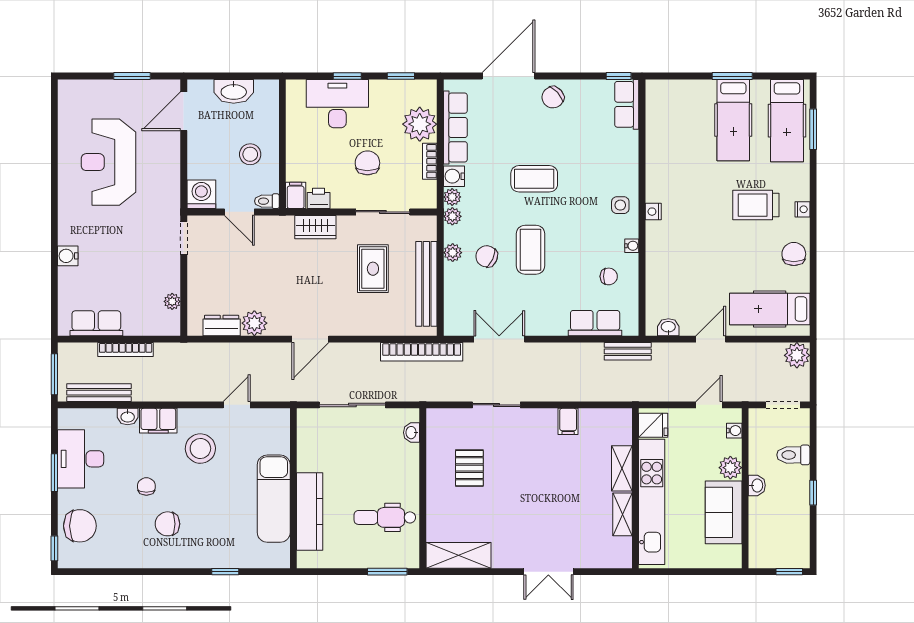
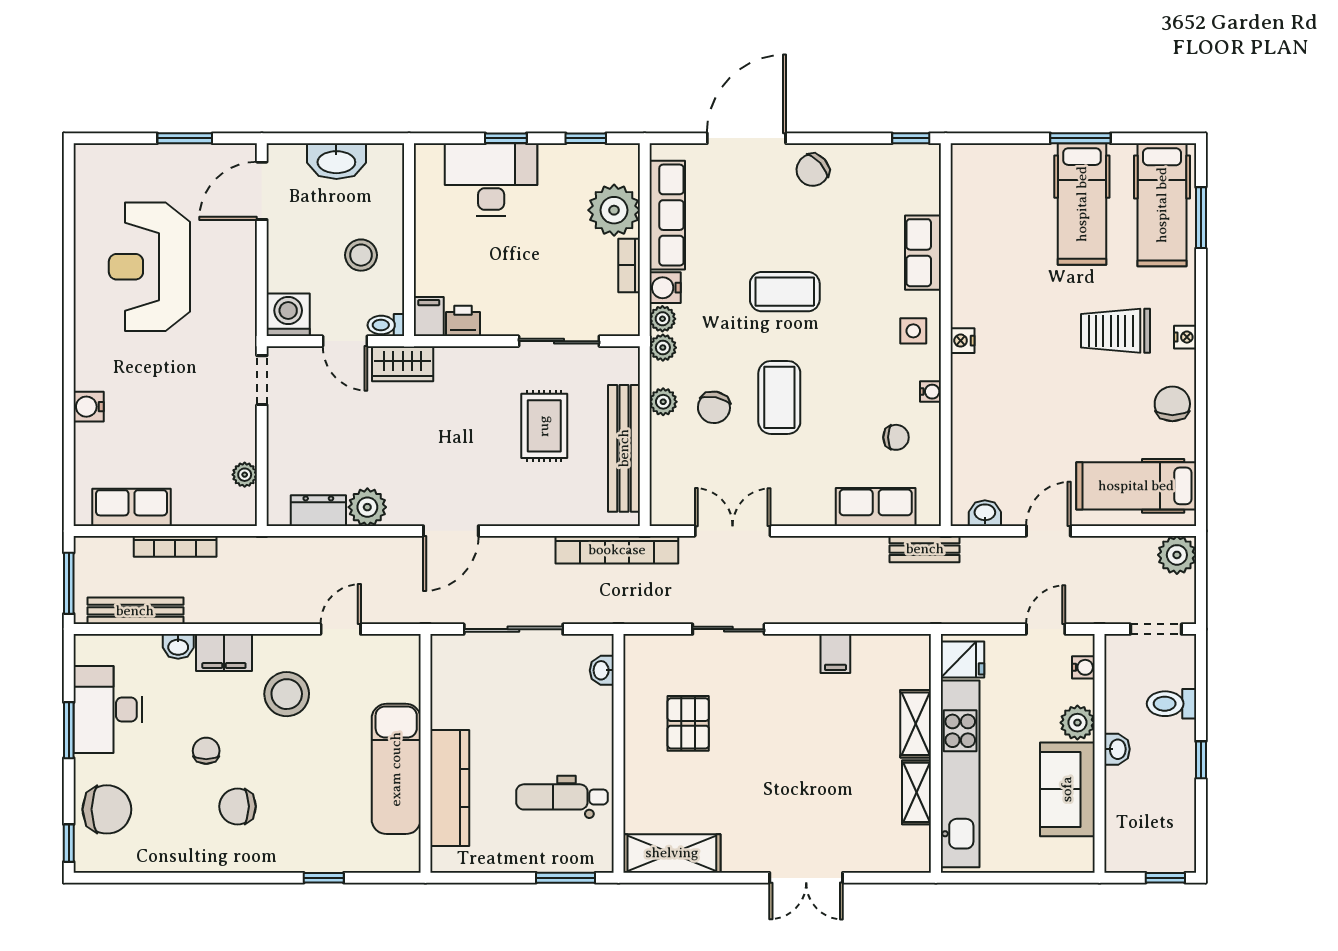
row of seats: (627, 104) -> (923, 253), moved
chair: (367, 163) -> (536, 268), removed
wardrobe: (315, 227) -> (403, 364), moved
chair: (487, 256) -> (714, 407), turned -103

